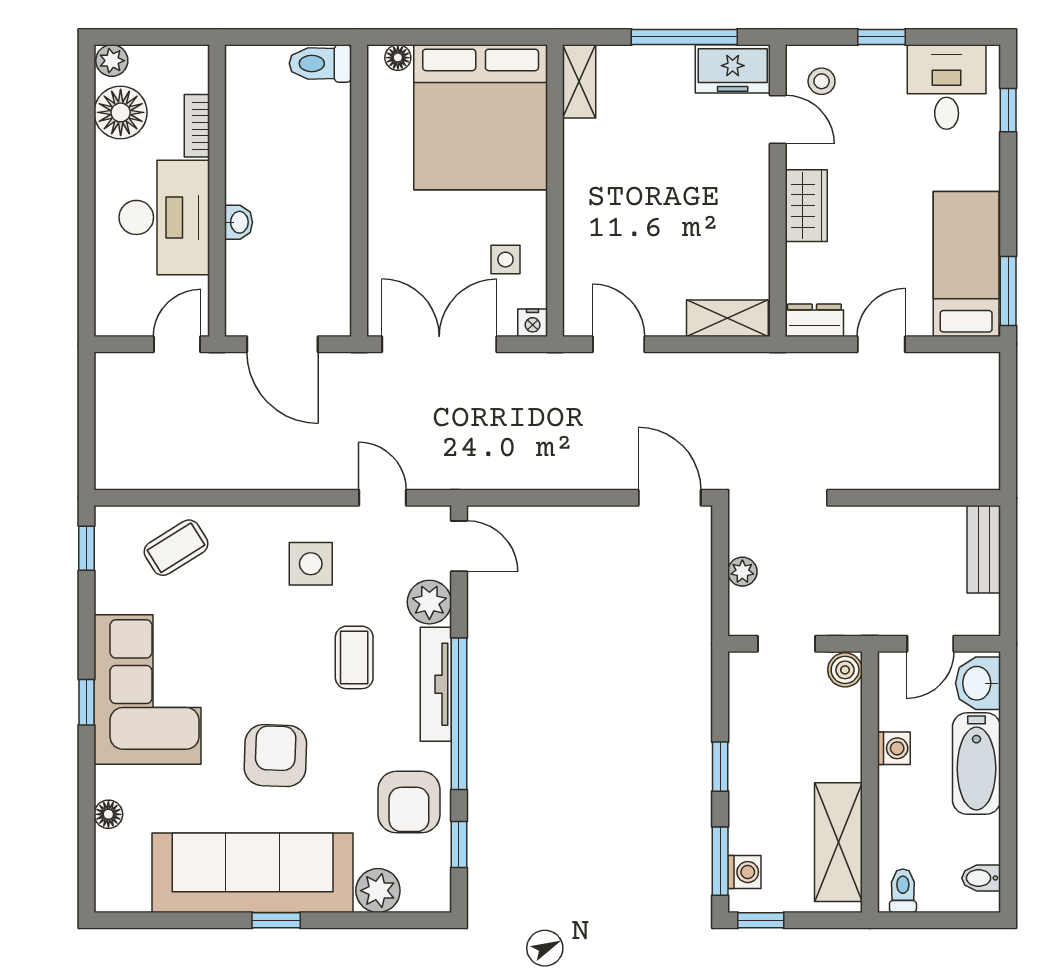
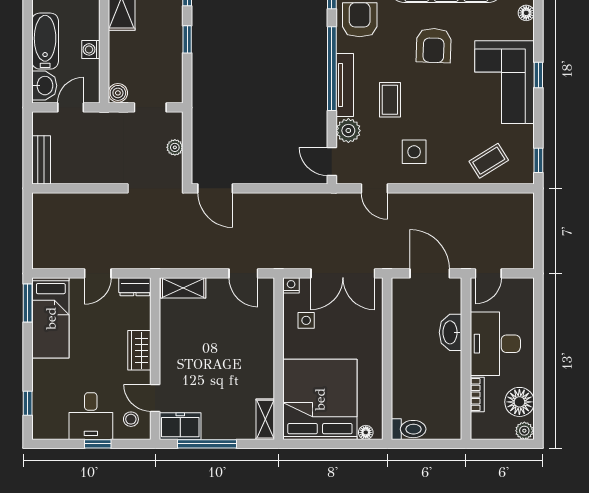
desk: (947, 87) -> (91, 416), moved
washbasin: (239, 222) -> (451, 332), width x1.91, depth x1.45

